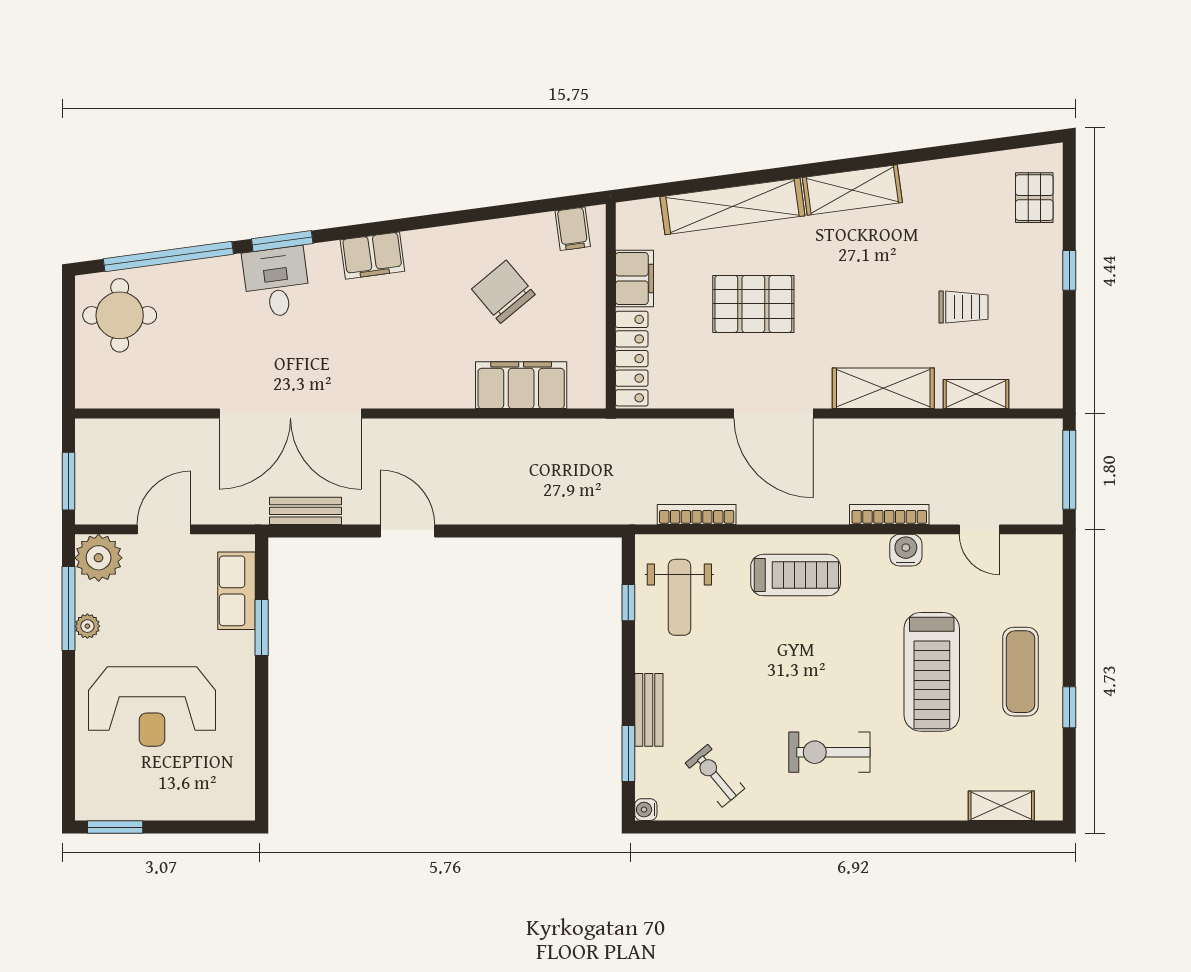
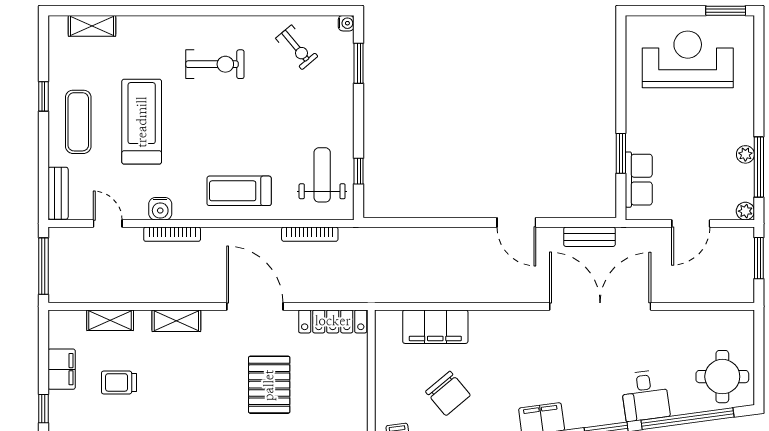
filing cabinet: (634, 279) -> (62, 369), moved, turned 180
desk: (276, 282) -> (645, 396), moved
pallet: (753, 304) -> (269, 385), turned 90
locker: (632, 359) -> (333, 321), moved, turned -90
shelving: (883, 388) -> (176, 321), width x0.67, depth x0.75
plant: (99, 558) -> (745, 211), width x0.53, depth x0.53
reception desk: (152, 706) -> (688, 59), moved
bench: (649, 710) -> (58, 193), moved

